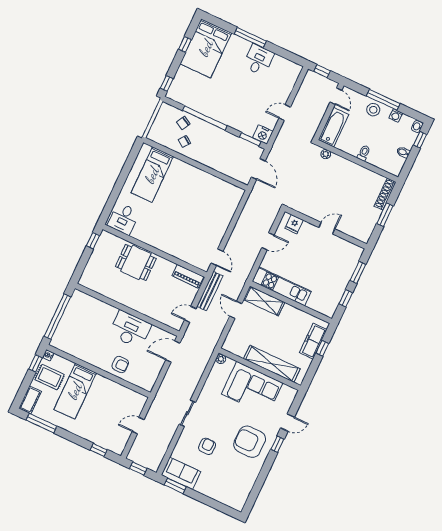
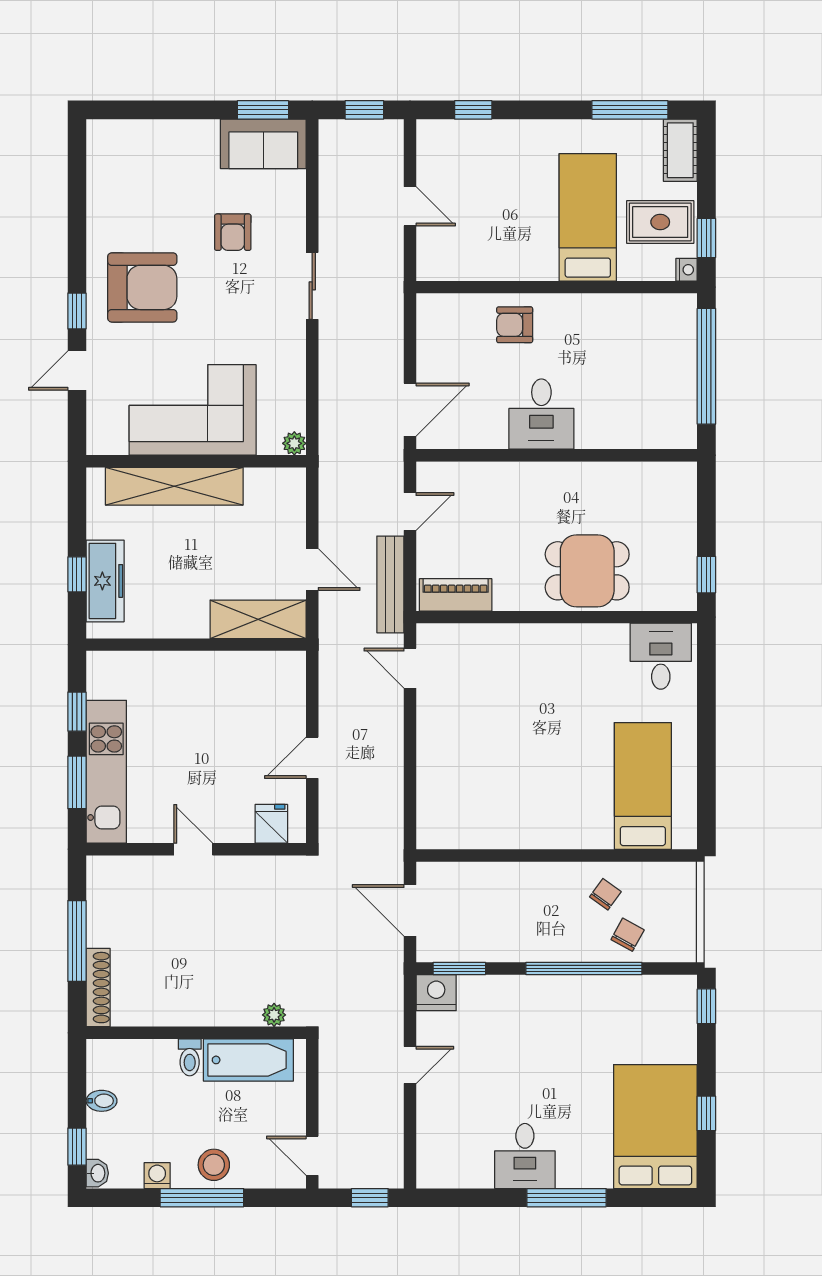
bathtub: (333, 127) -> (248, 1060), moved, turned -90
window: (385, 215) -> (77, 941), width x1.44
door: (327, 228) -> (193, 849), swing flipped
kitchen unit: (282, 286) -> (106, 772), moved, turned -90
desk: (130, 329) -> (541, 414), width x0.73
door: (138, 426) -> (410, 206), hinge flipped

